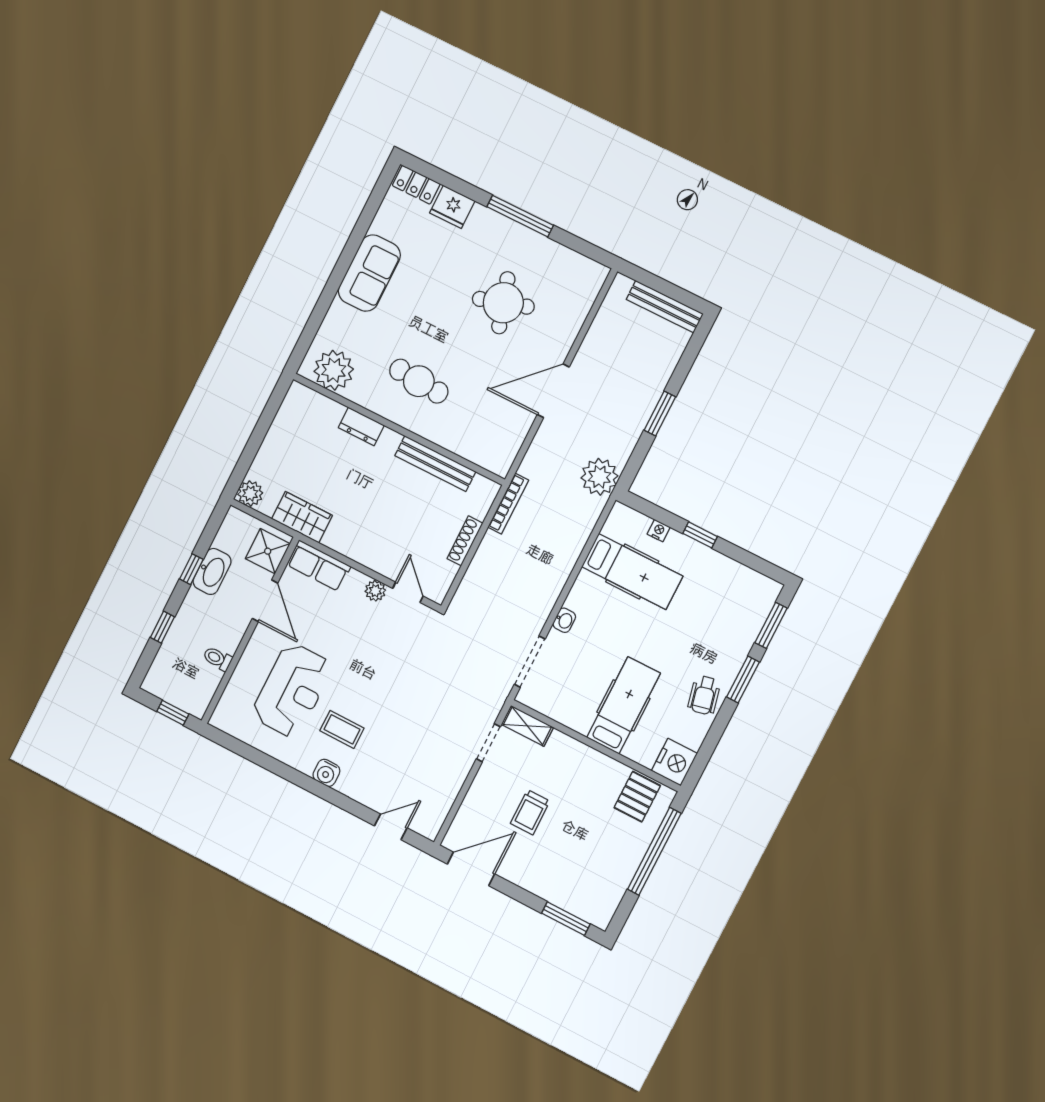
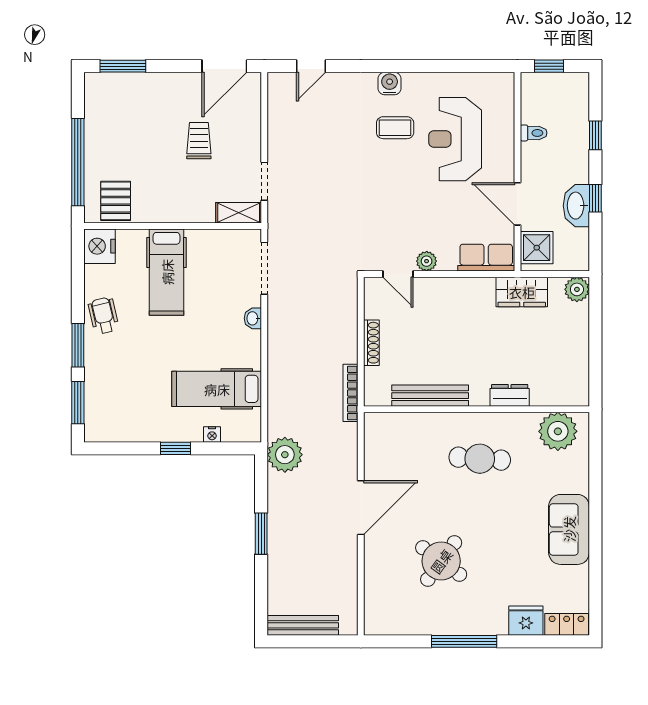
round table: (503, 303) -> (441, 561), turned -37

